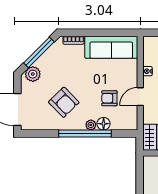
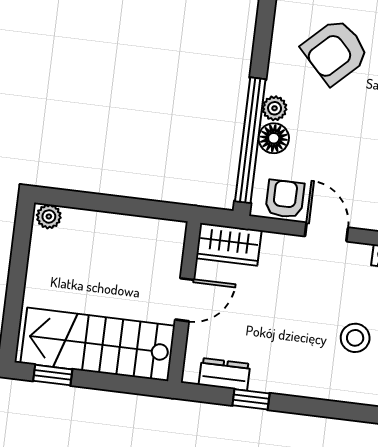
armchair: (109, 98) -> (285, 199), moved
window: (85, 133) -> (250, 140), moved

